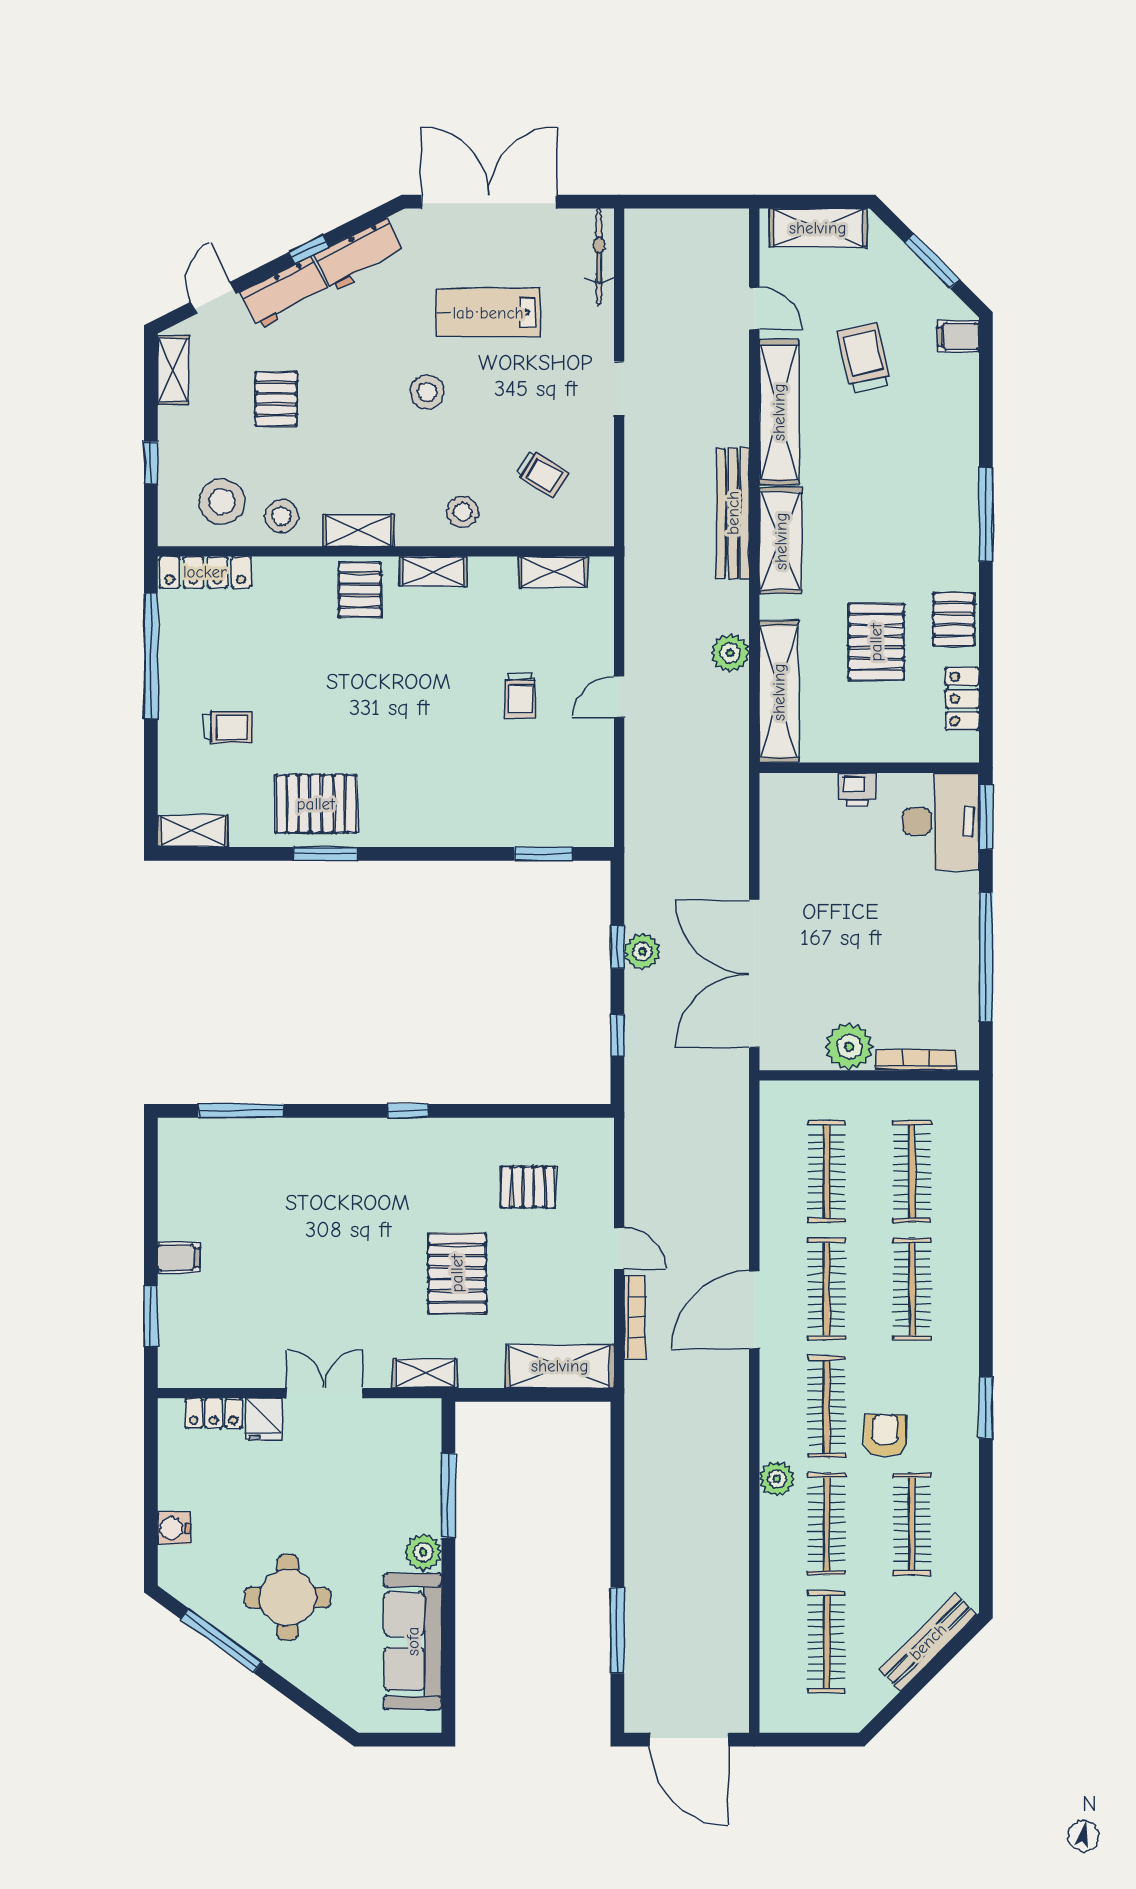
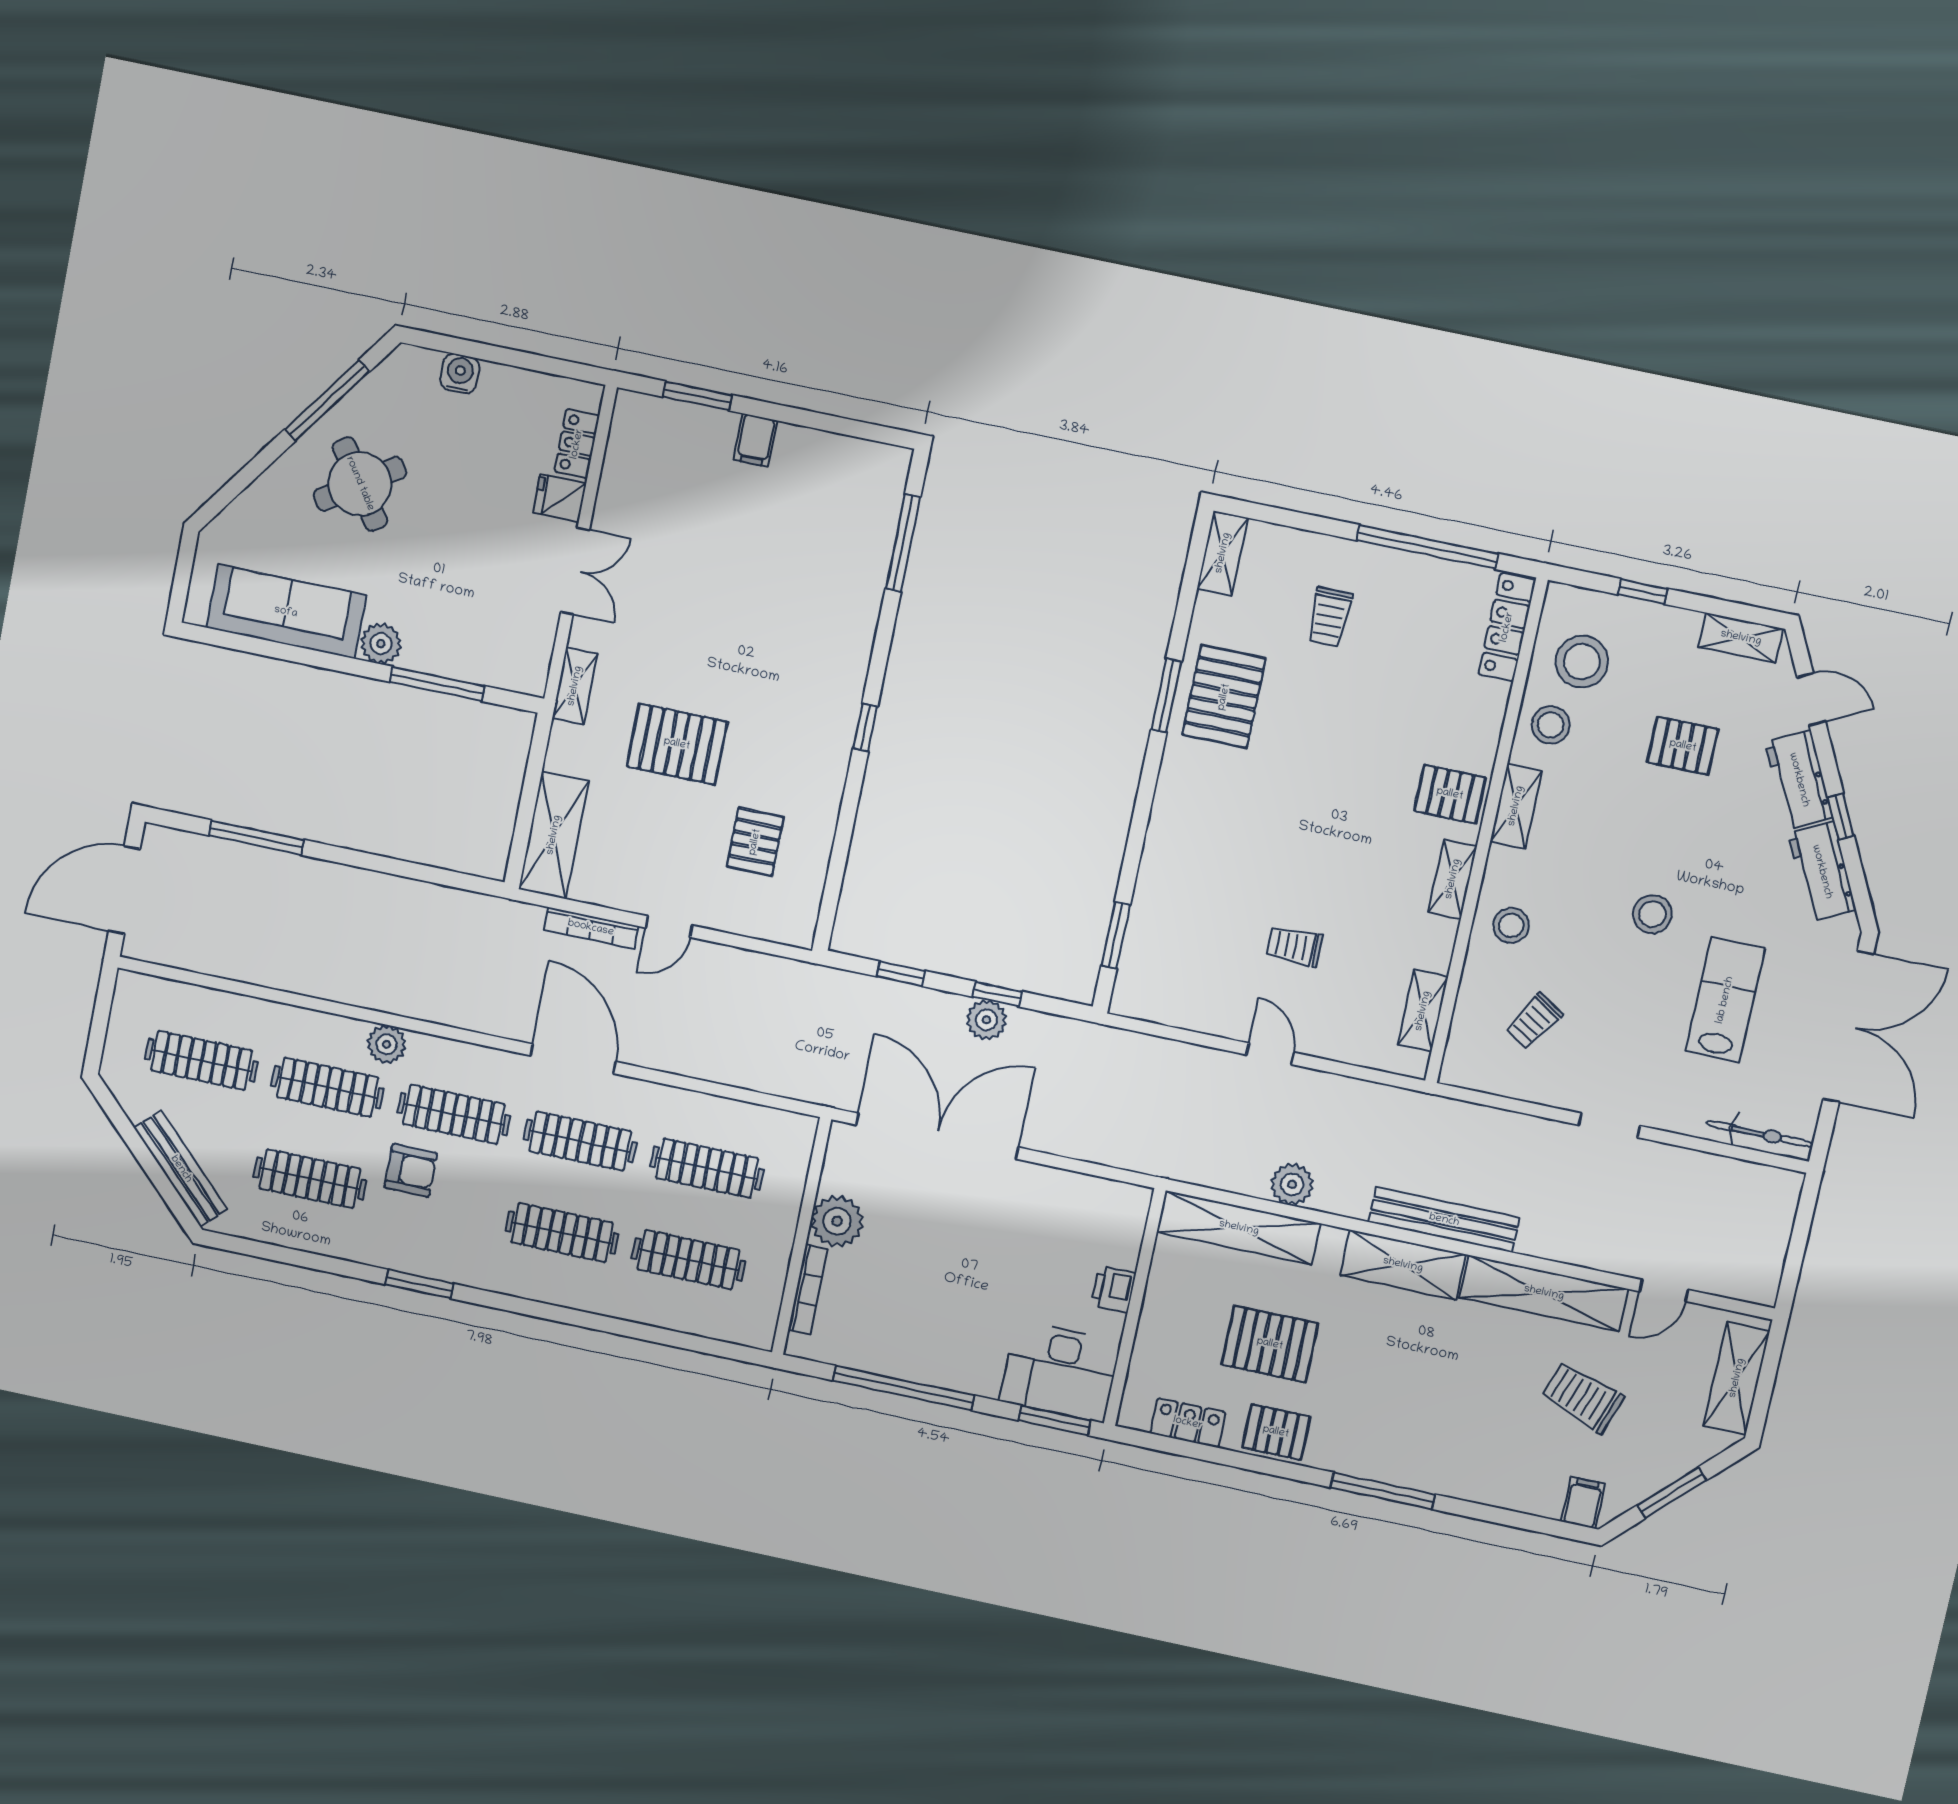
trolley: (864, 358) -> (1583, 1397), turned -149
round table: (288, 1598) -> (360, 484), turned -34

